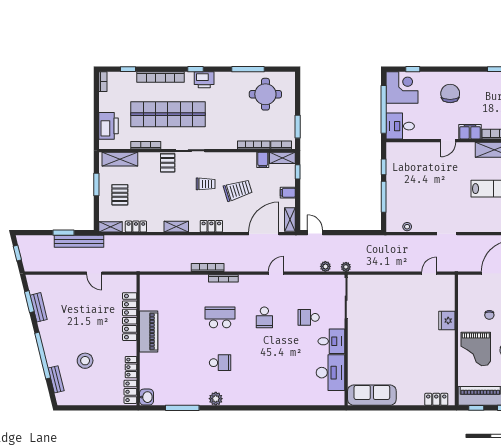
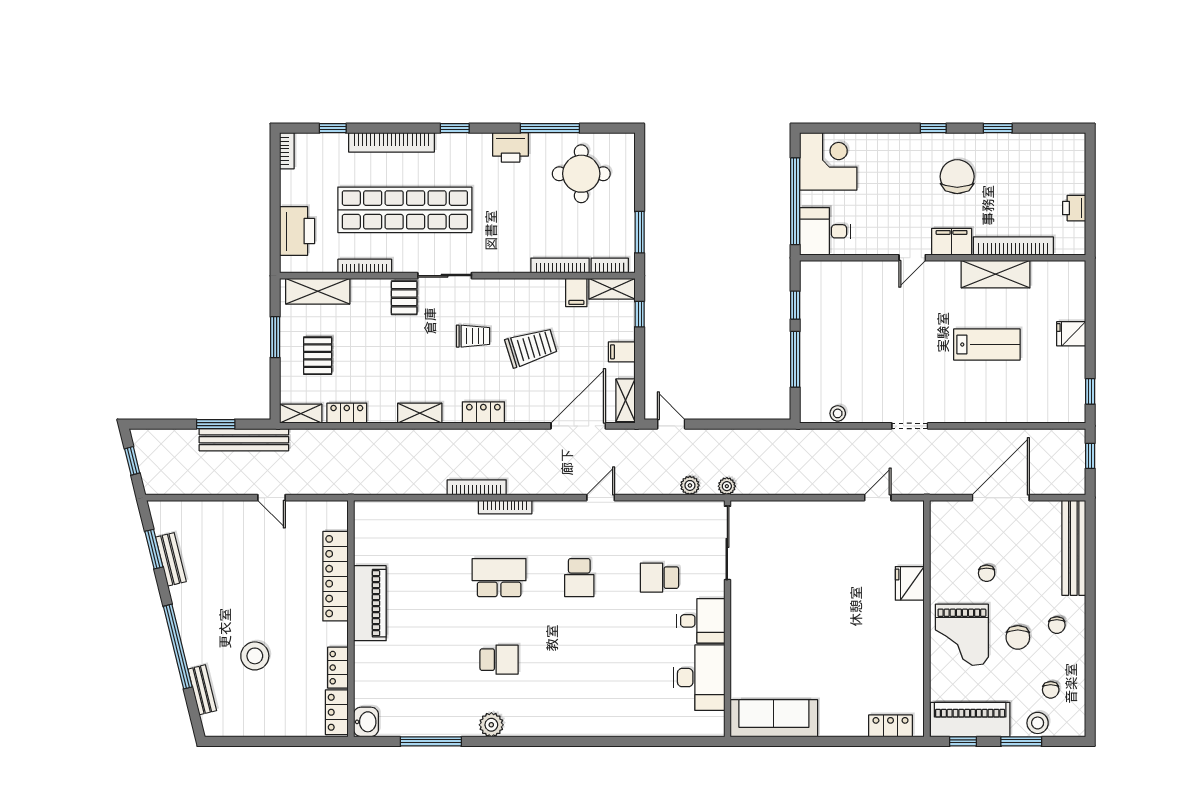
window: (413, 69) -> (933, 128), moved
printer: (204, 80) -> (511, 147), moved
chair: (450, 93) -> (957, 177), moved

